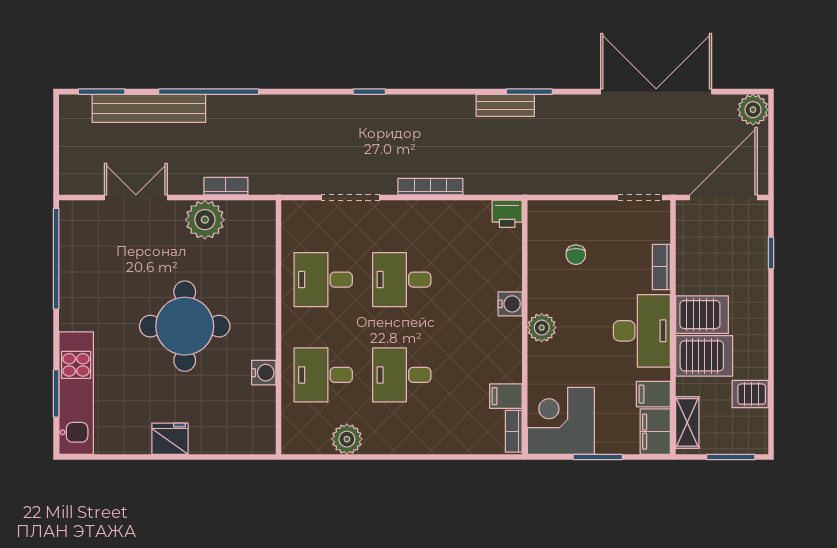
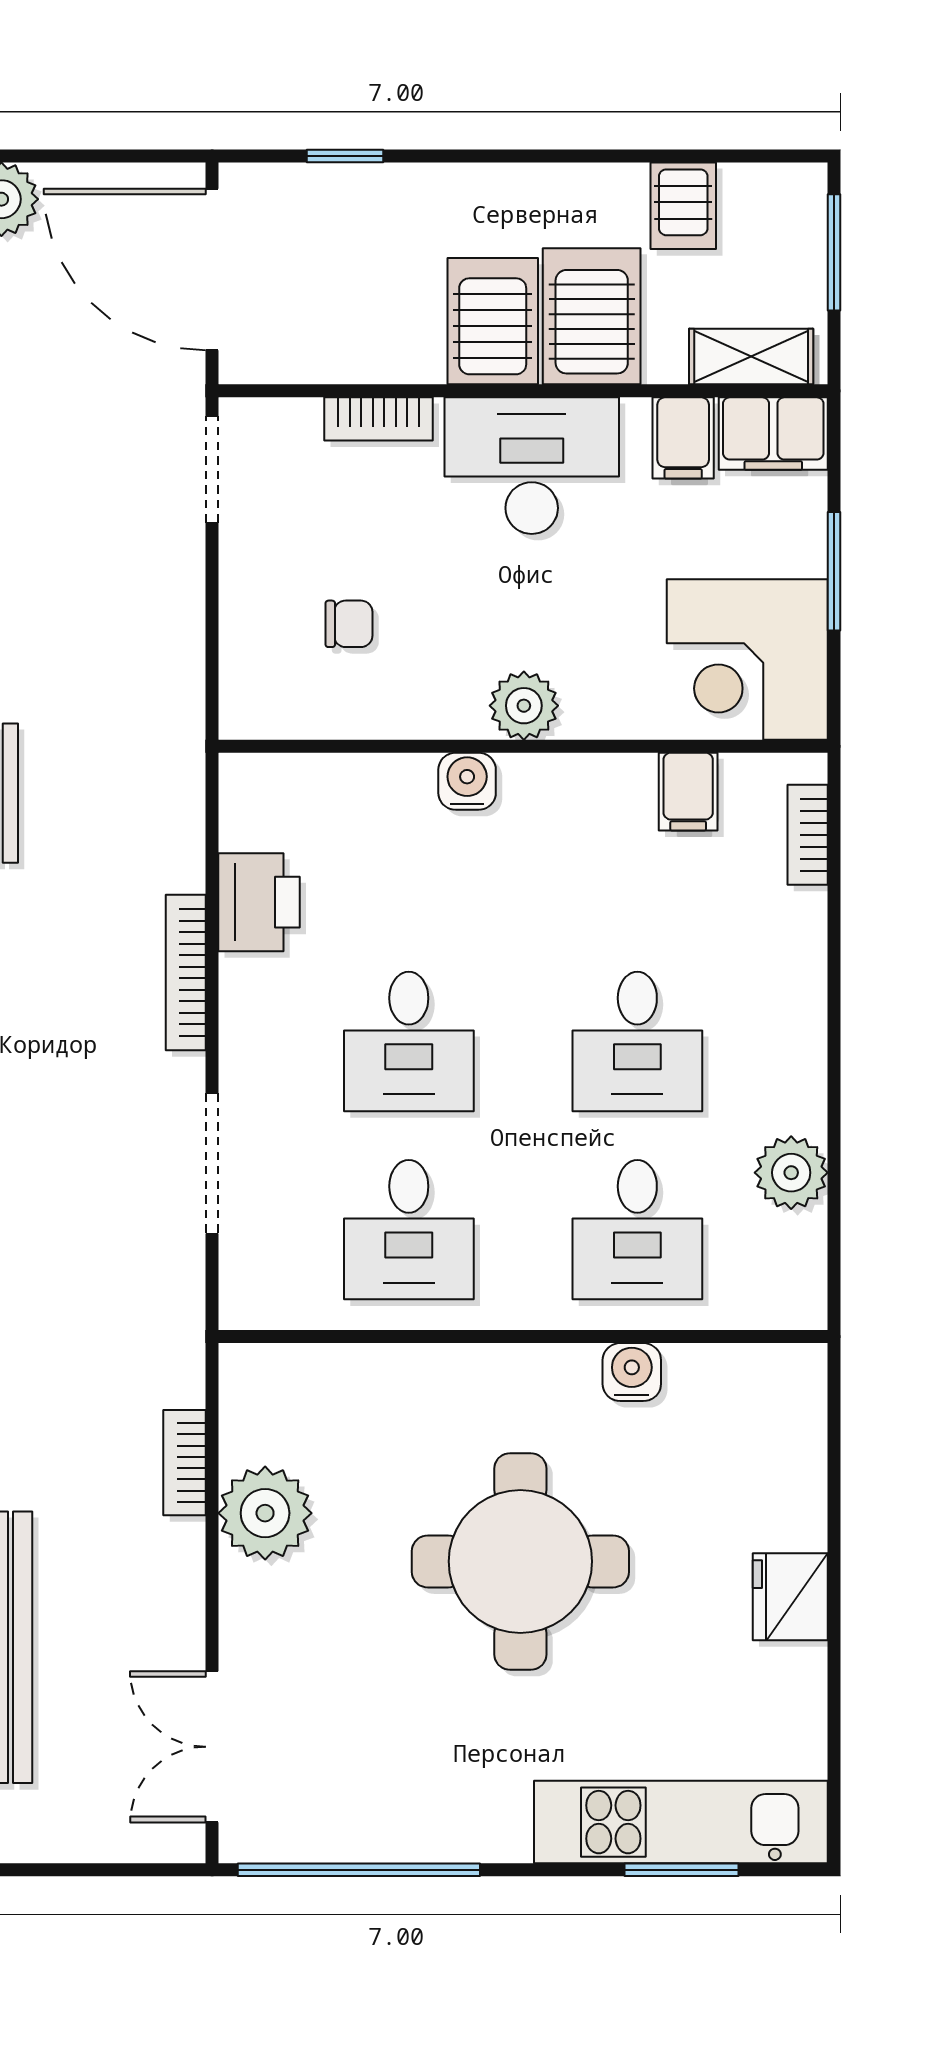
double door: (136, 198) -> (212, 1747), moved
printer: (507, 214) -> (259, 902), moved, width x1.36, depth x1.24
bookcase: (514, 431) -> (808, 835), moved, turned 90

